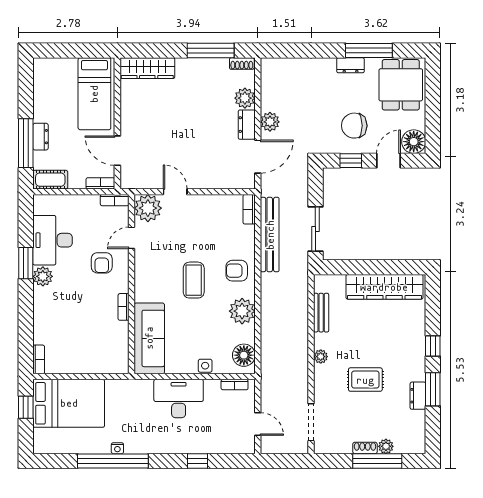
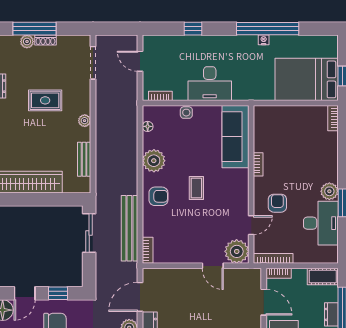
bookcase: (115, 200) -> (273, 258), width x1.56
coffee table: (194, 280) -> (196, 188), width x0.73, depth x0.77
floor lamp: (244, 355) -> (148, 126), width x0.53, depth x0.53

